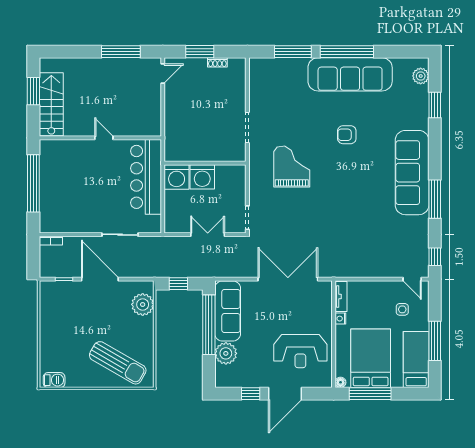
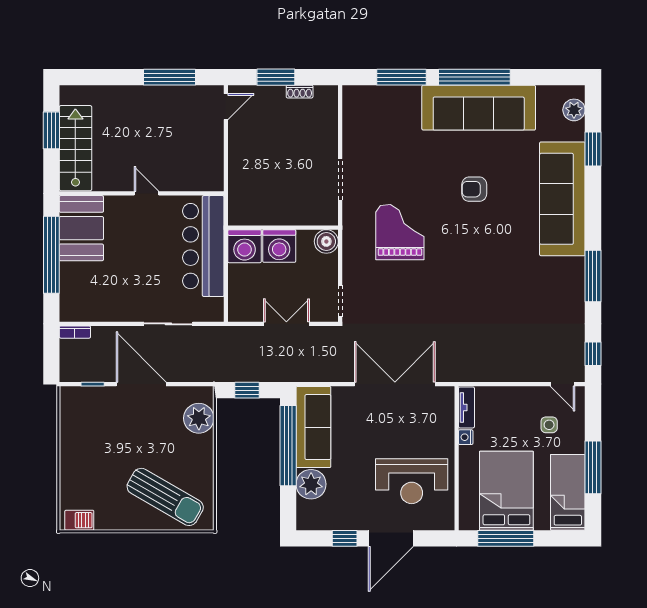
booth: (56, 164) -> (81, 228), added
boiler: (237, 173) -> (326, 241), added
sofa: (412, 173) -> (562, 199), moved
floor lamp: (340, 382) -> (466, 523), removed

